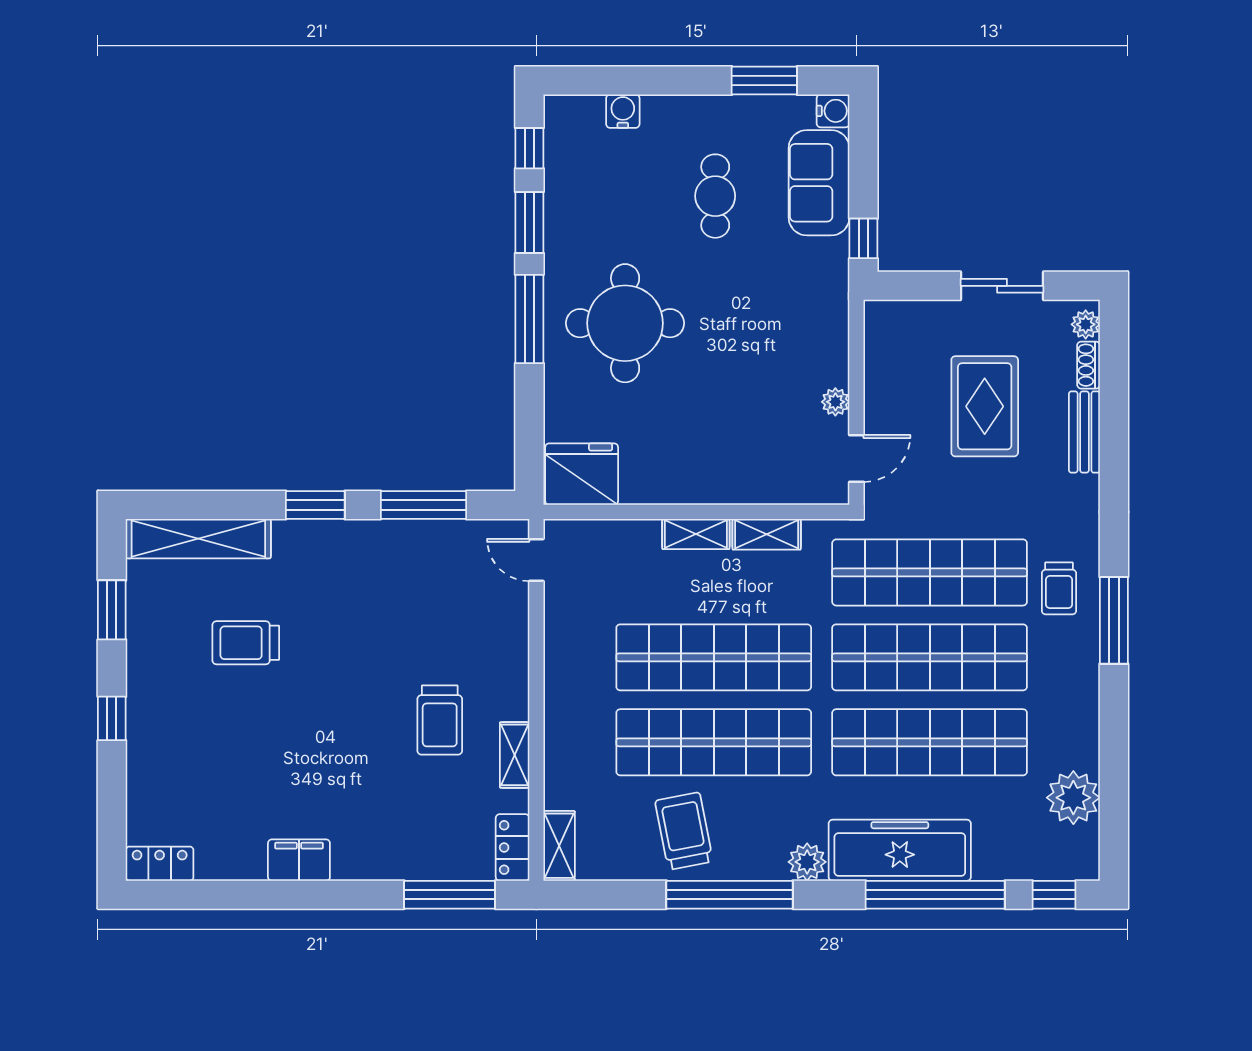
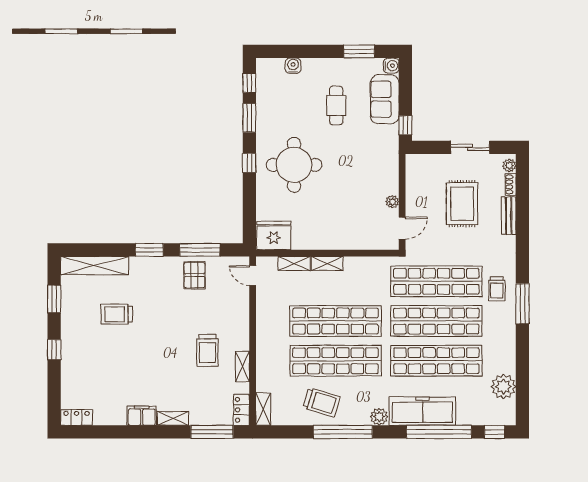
window: (529, 319) -> (249, 163), width x0.46
shelving: (767, 534) -> (294, 264), moved
pallet: (412, 559) -> (194, 275), added
trolley: (684, 831) -> (322, 402), turned 118
shelving: (366, 866) -> (173, 418), added

